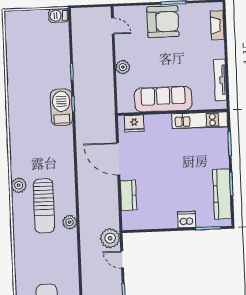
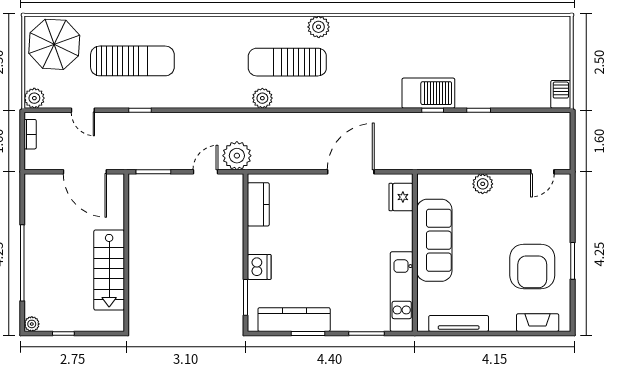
armchair: (163, 22) -> (532, 266), moved
kitchen counter: (128, 195) -> (258, 204), moved, turned -90

